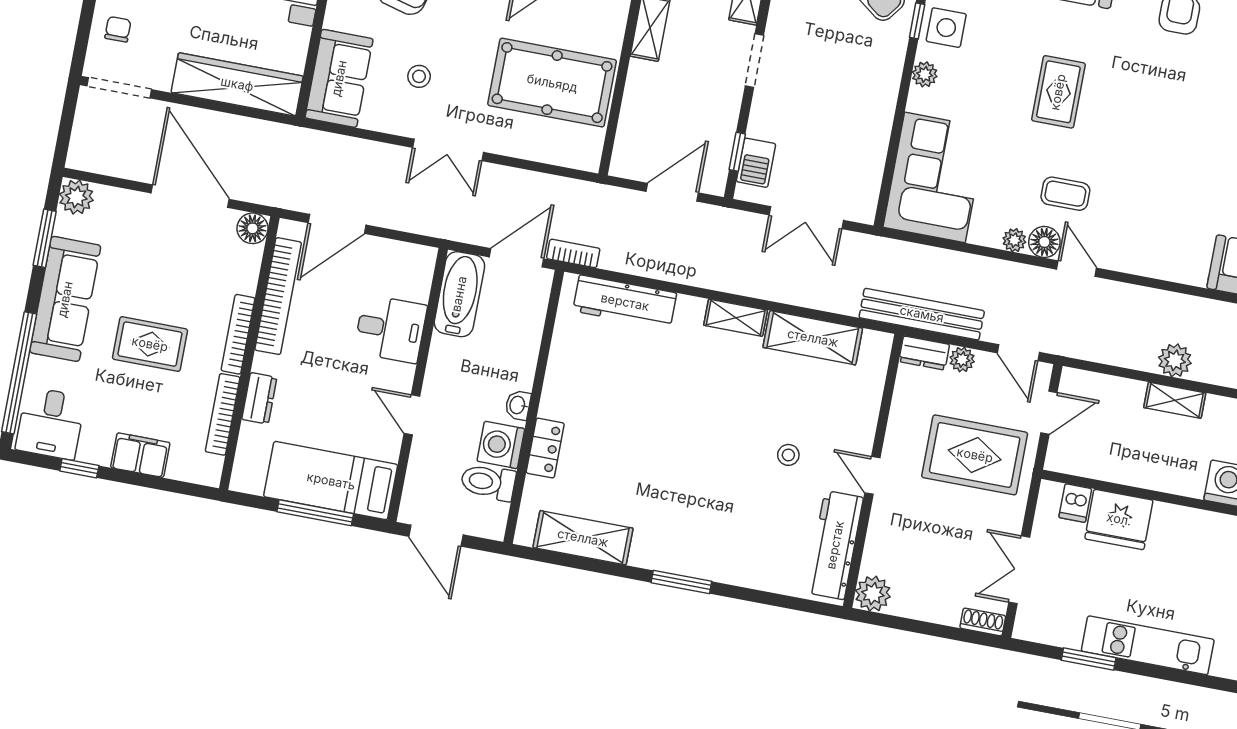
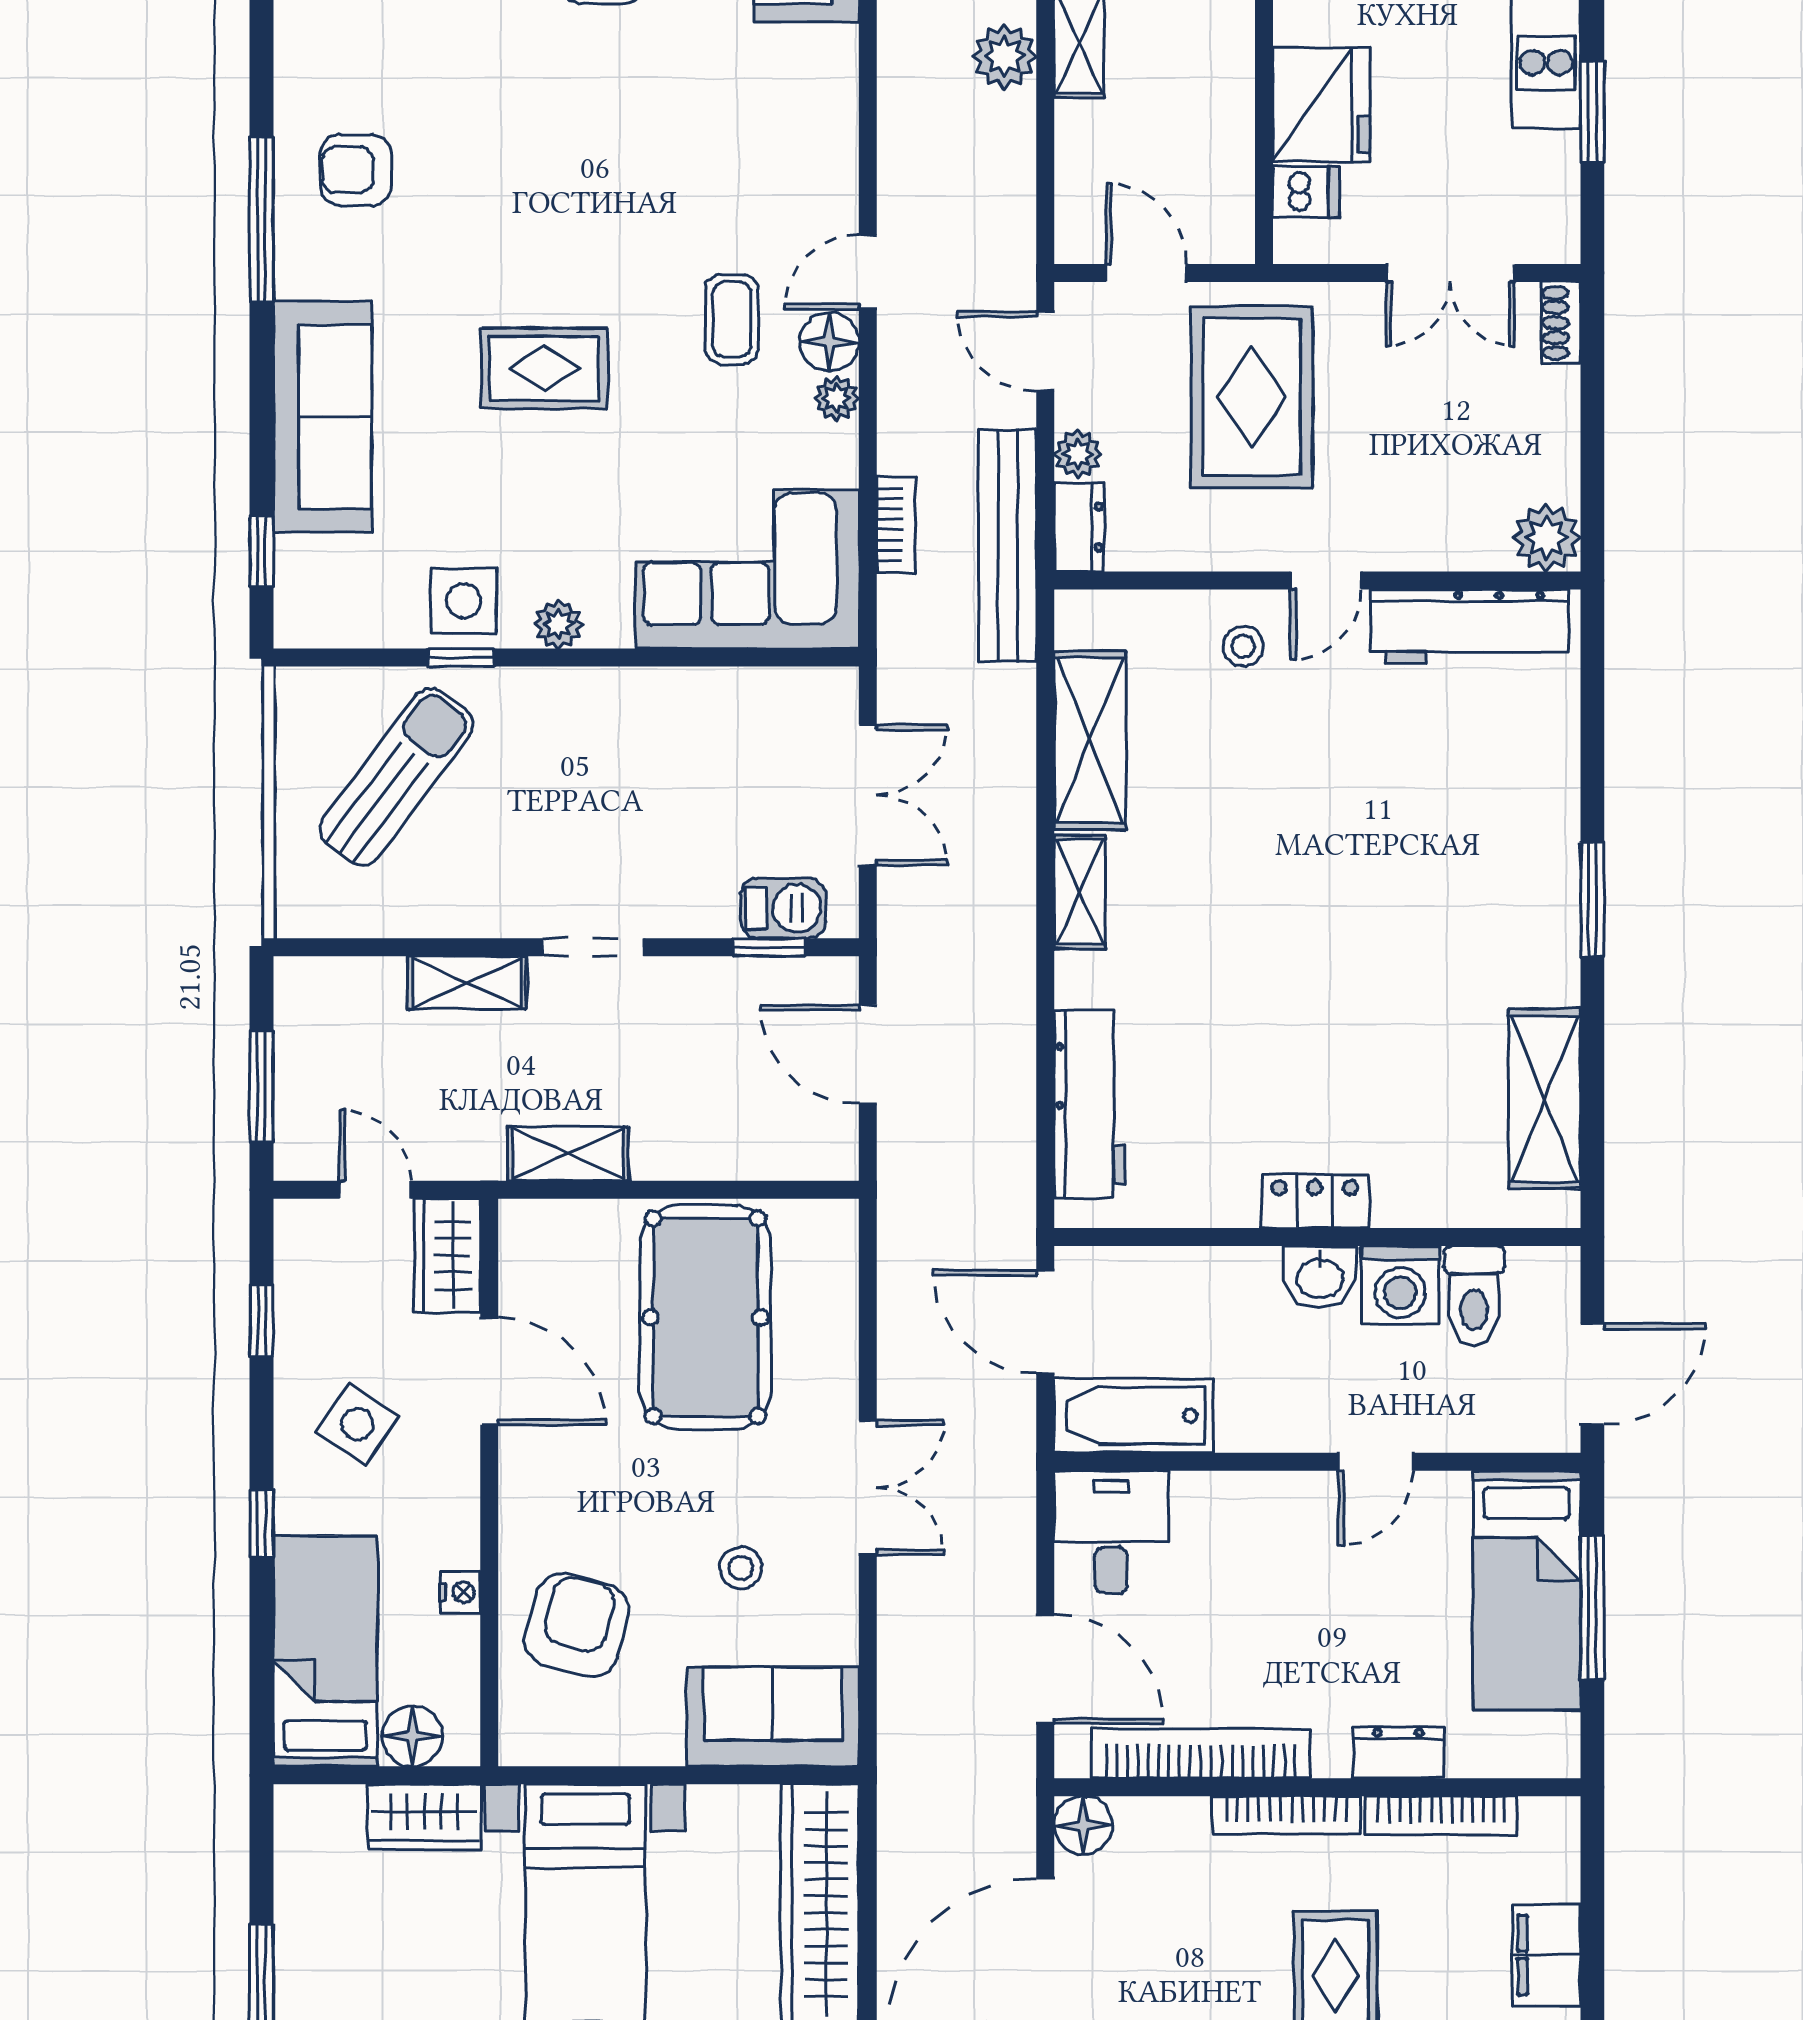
bookcase: (573, 253) -> (896, 524), moved, turned 180
desk: (390, 329) -> (1111, 1532), moved
door: (1018, 353) -> (1045, 351), swing flipped
washbasin: (518, 405) -> (1320, 1277), width x1.38, depth x1.45
locker: (545, 448) -> (1315, 1201), moved
stool: (788, 455) -> (1243, 646), moved

